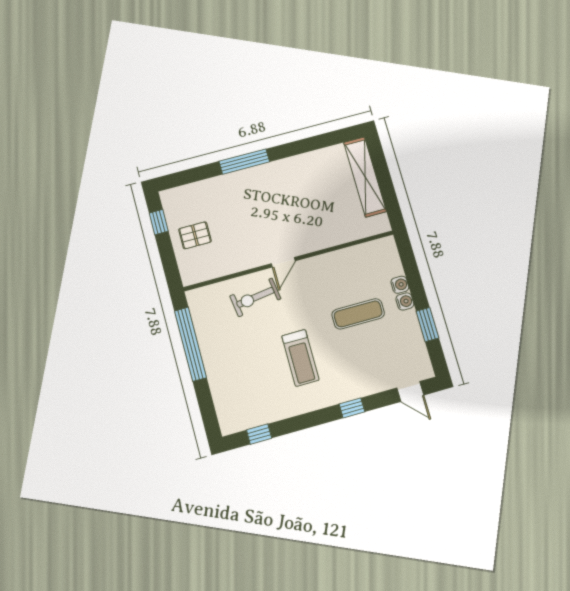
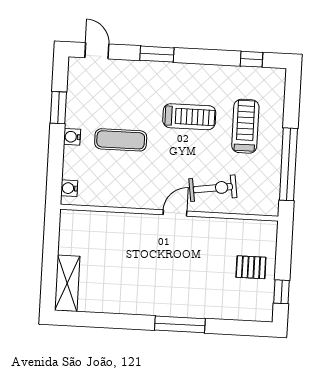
shelving: (365, 177) -> (67, 283), width x0.68
water cooler: (400, 285) -> (69, 188), moved
treadmill: (300, 358) -> (189, 117), turned 90
treadmill: (244, 367) -> (245, 126), added
window: (352, 408) -> (157, 54), width x1.50

